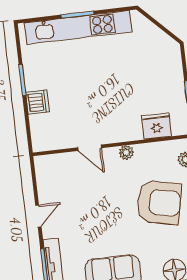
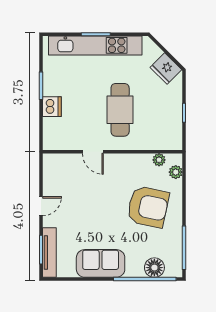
cafe table: (115, 97) -> (120, 110), added
fridge: (157, 126) -> (166, 69), moved, turned -135
plant: (126, 152) -> (159, 160), moved

